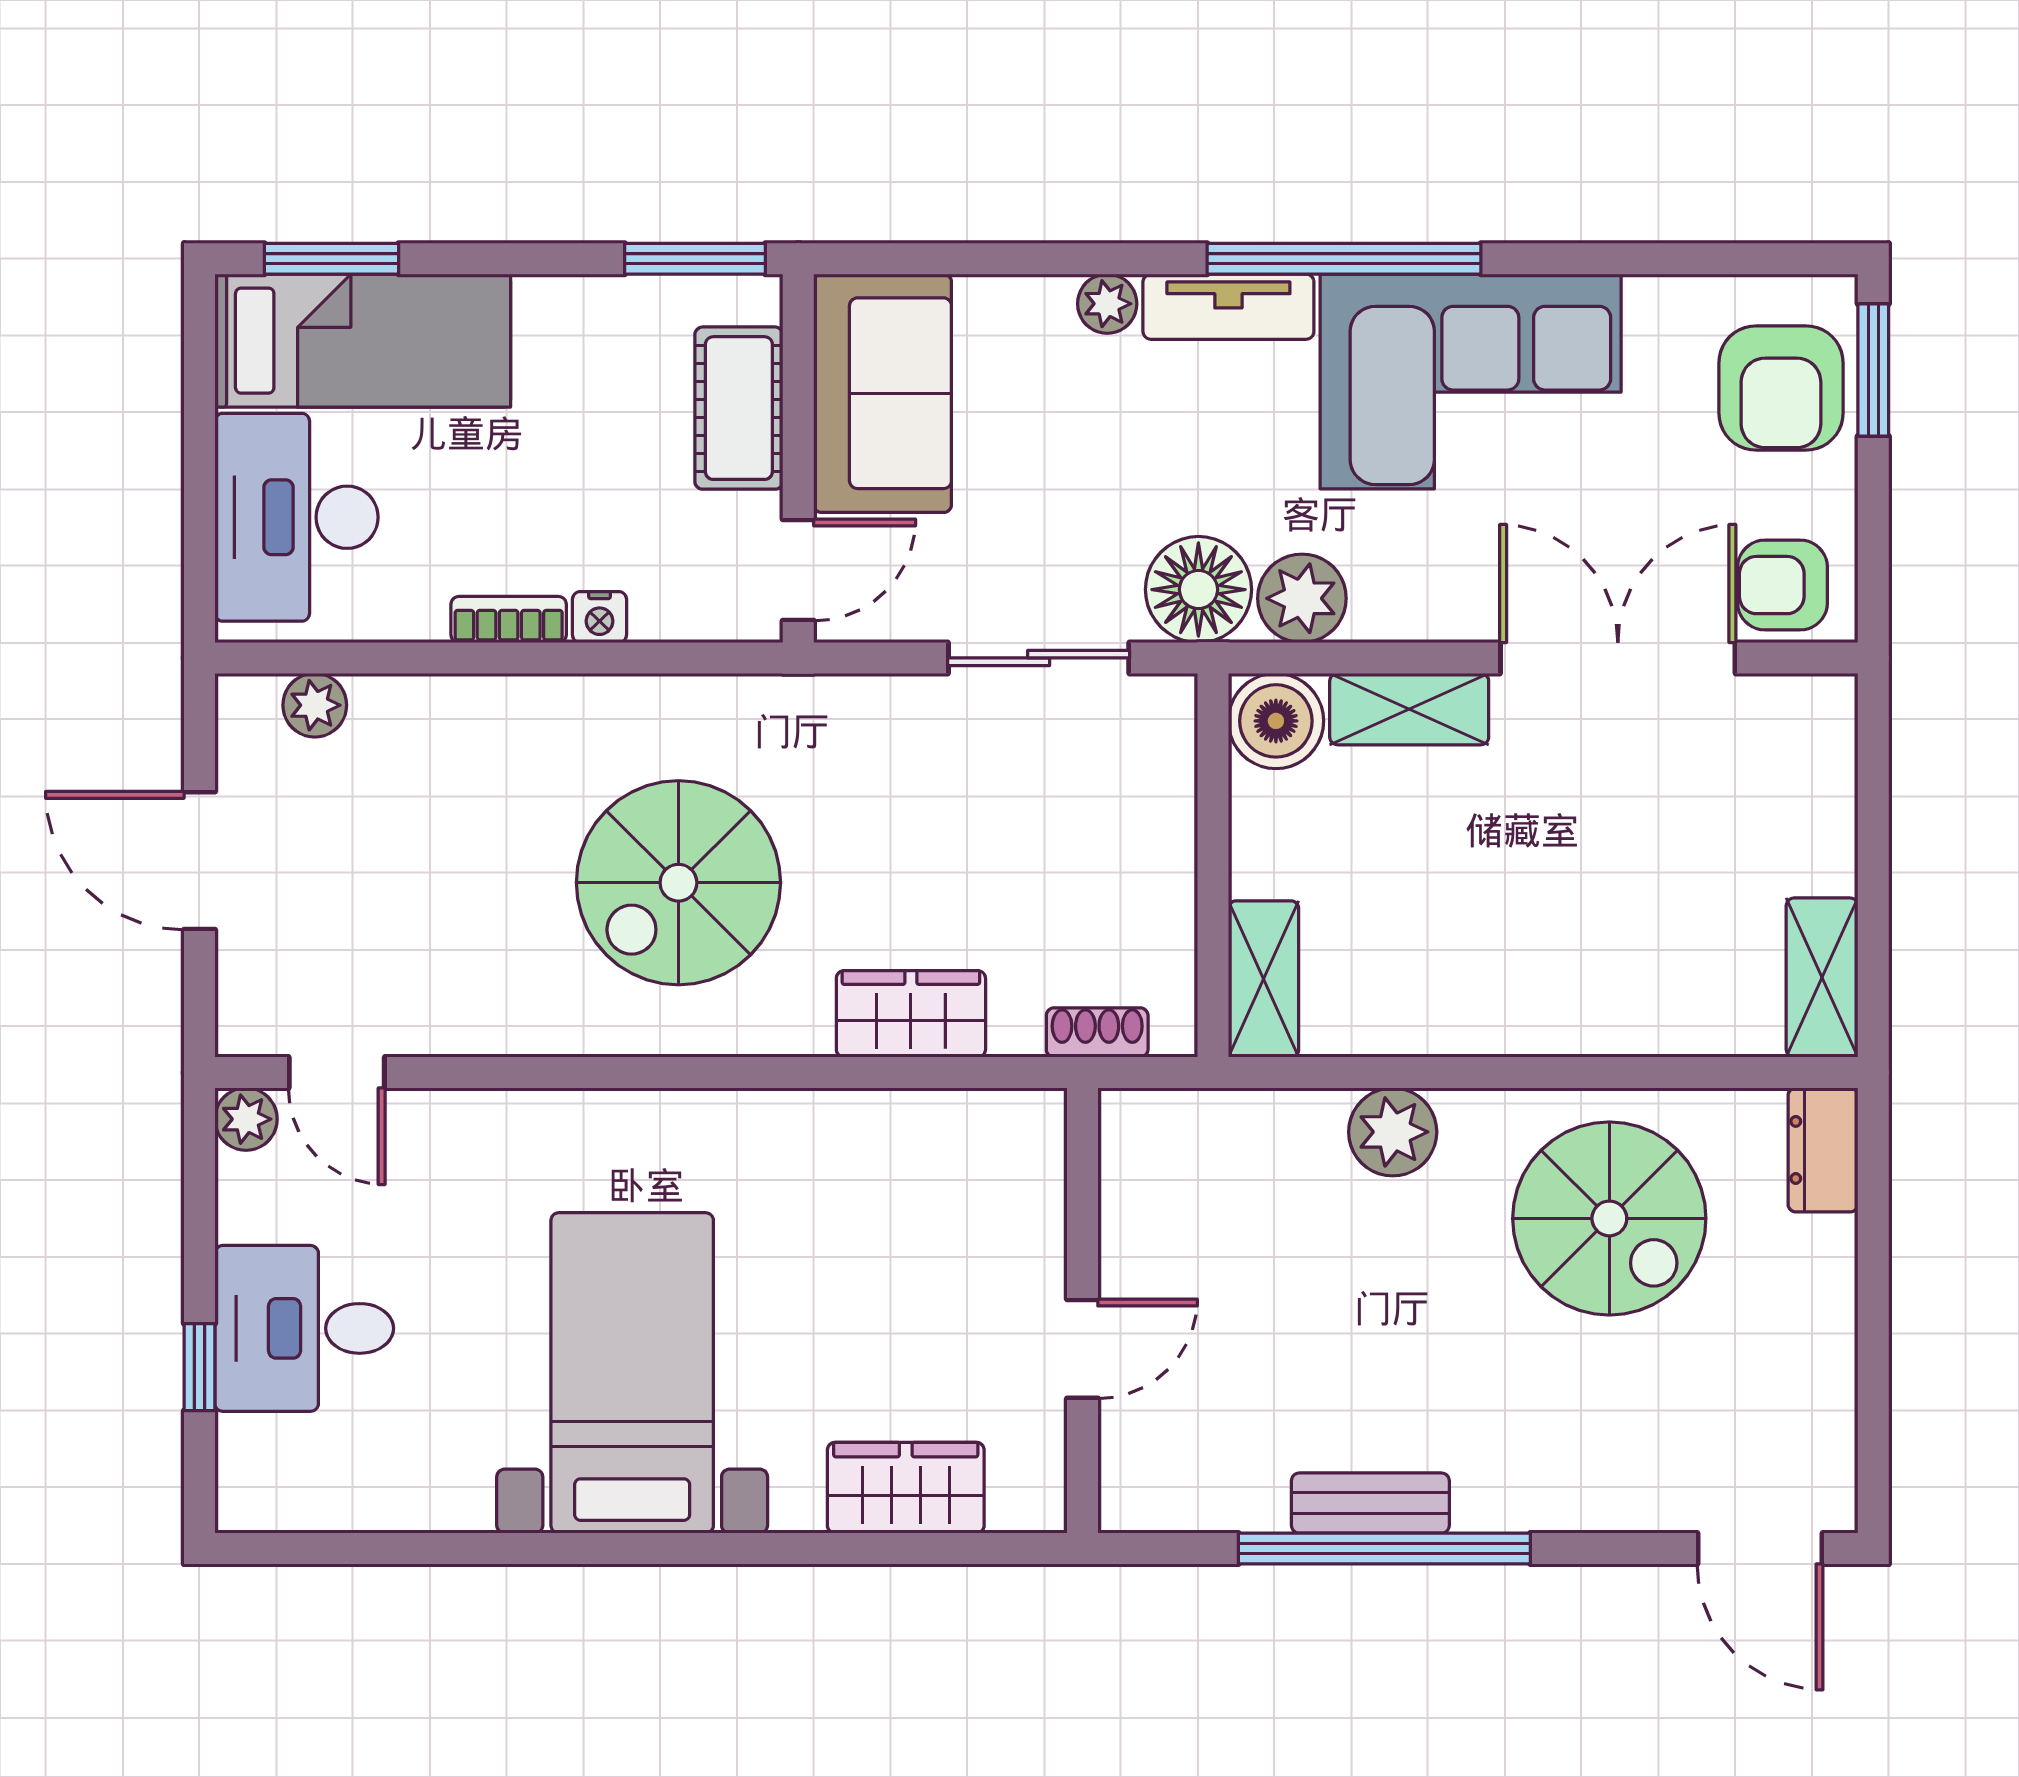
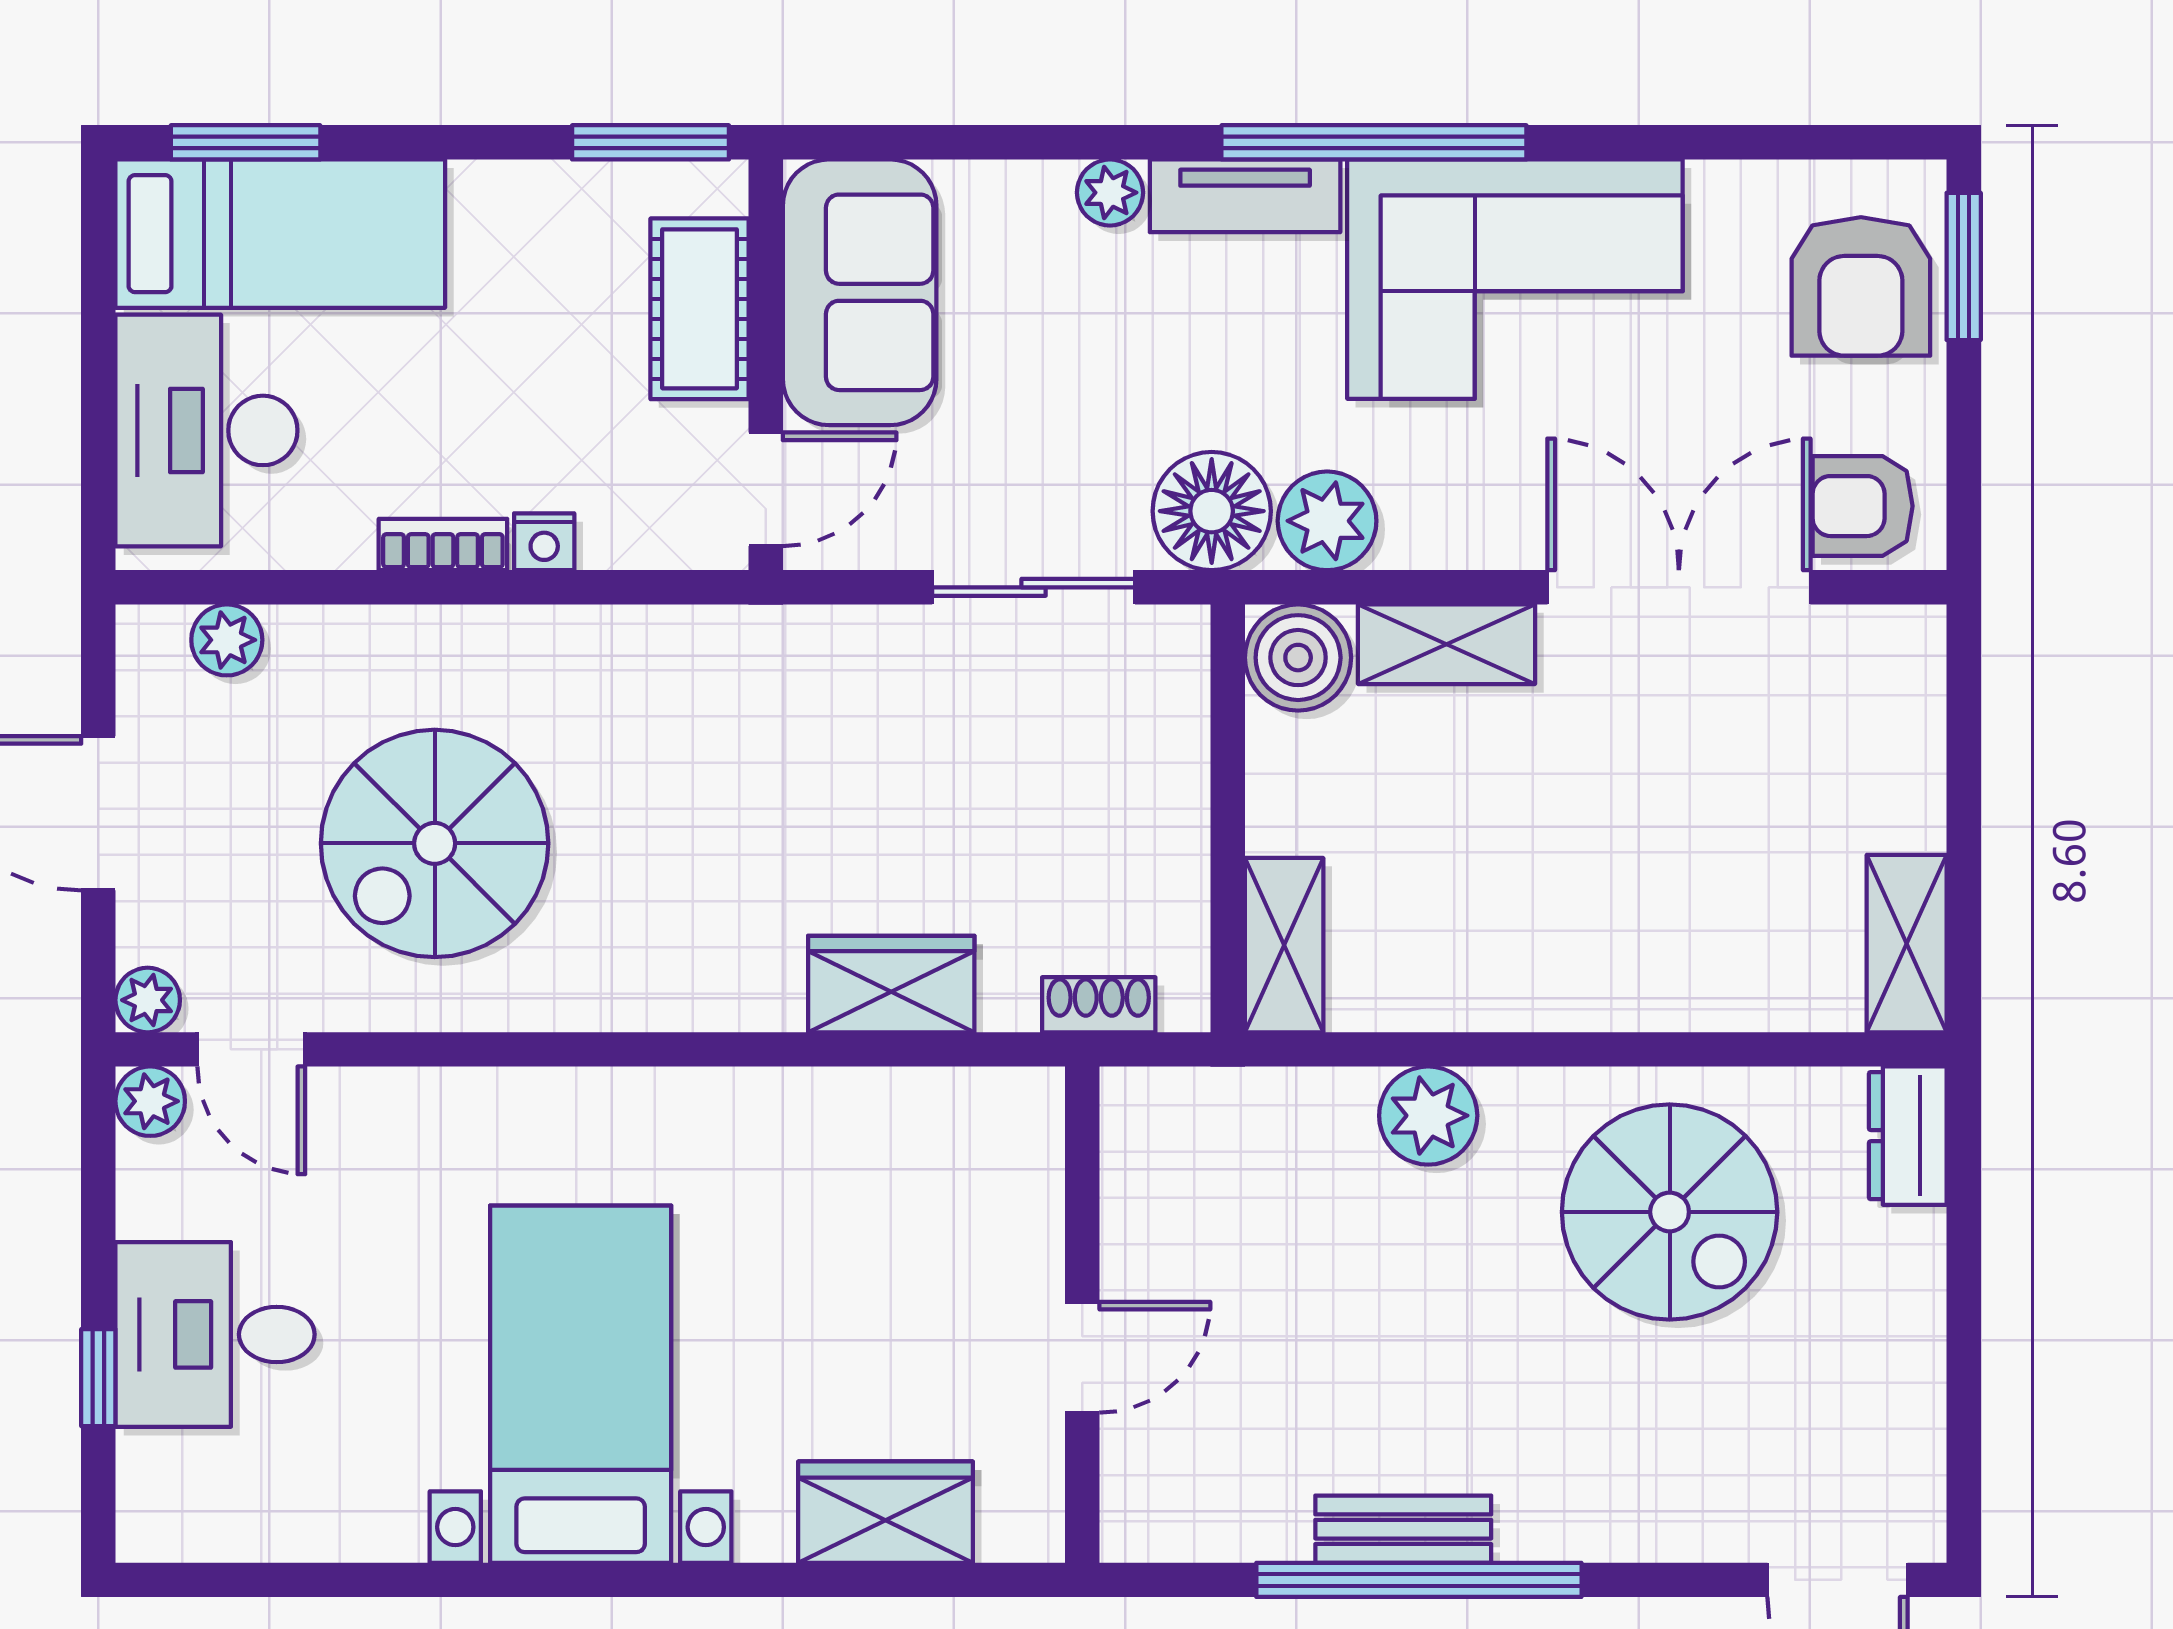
spiral stairs: (678, 883) -> (435, 843), moved
plant: (244, 1028) -> (148, 1000), added

